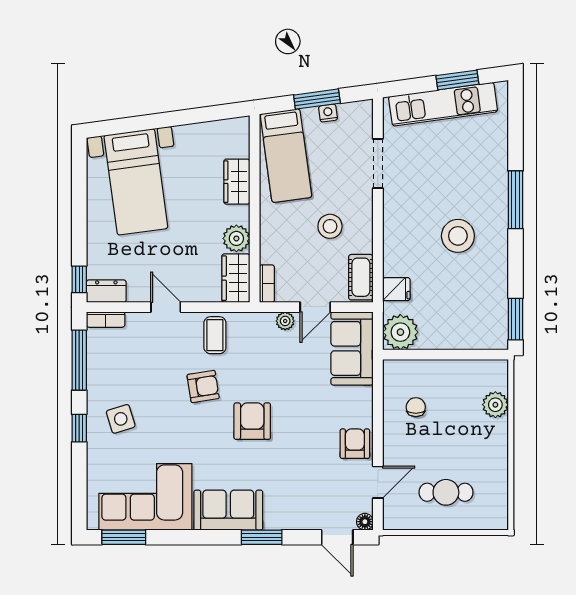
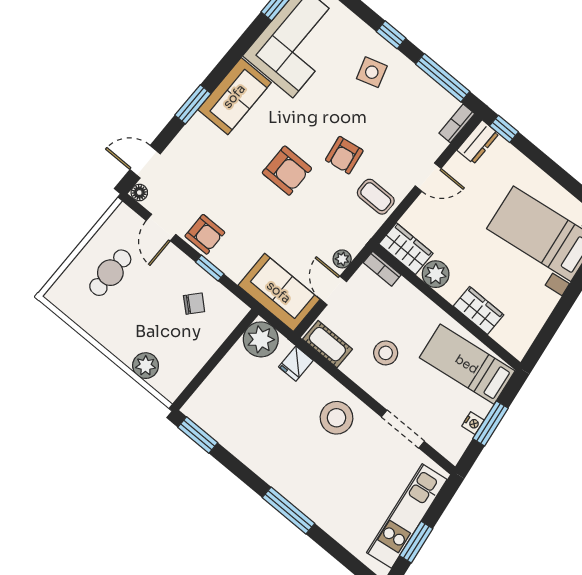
stool: (458, 236) -> (337, 418), moved
chair: (416, 407) -> (194, 304), turned -48
window: (378, 418) -> (210, 268), added

